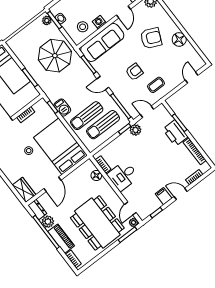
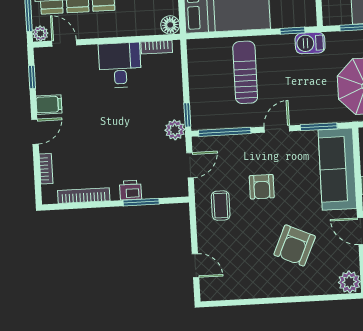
floor lamp: (179, 39) -> (264, 286), removed
barbecue: (62, 108) -> (310, 43), moved
sun lounger: (103, 125) -> (215, 87), removed
printer: (175, 133) -> (131, 190), width x0.53, depth x0.68
floor lamp: (96, 175) -> (170, 25), moved

